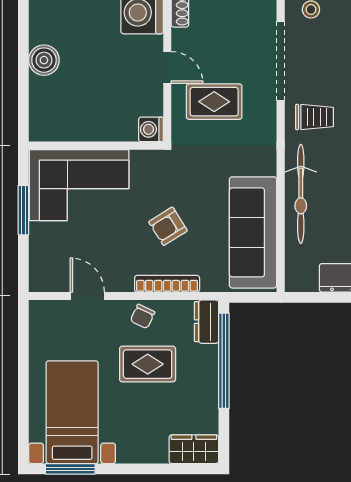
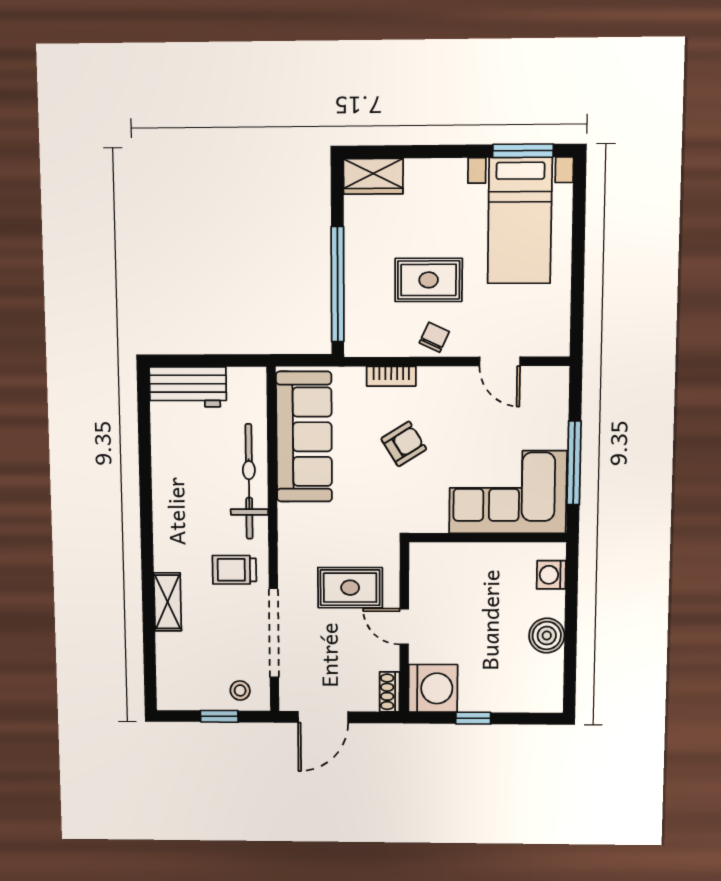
washing machine: (151, 129) -> (551, 575), moved, turned 180
window: (23, 210) -> (574, 463), width x1.44
bookcase: (167, 284) -> (391, 376), width x0.64
dresser: (207, 322) -> (358, 331), removed

